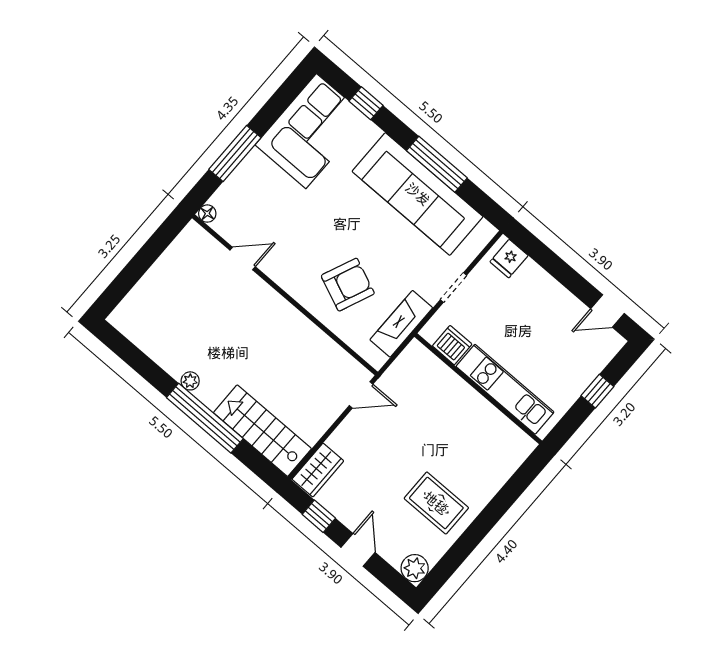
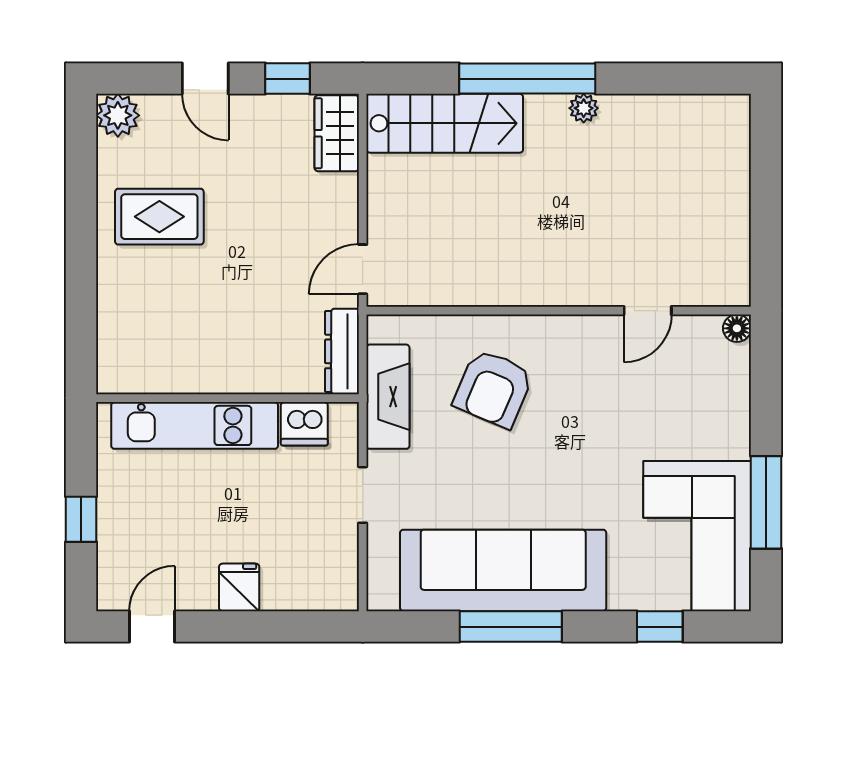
window: (235, 153) -> (766, 502), moved
fridge: (509, 259) -> (239, 587), moved
dresser: (405, 364) -> (342, 351), added

